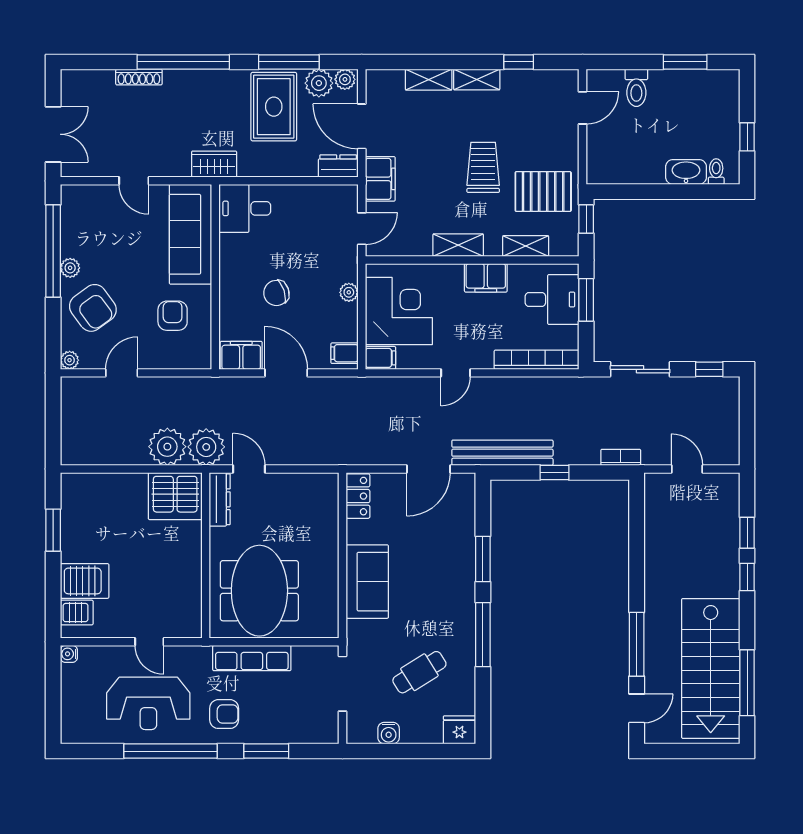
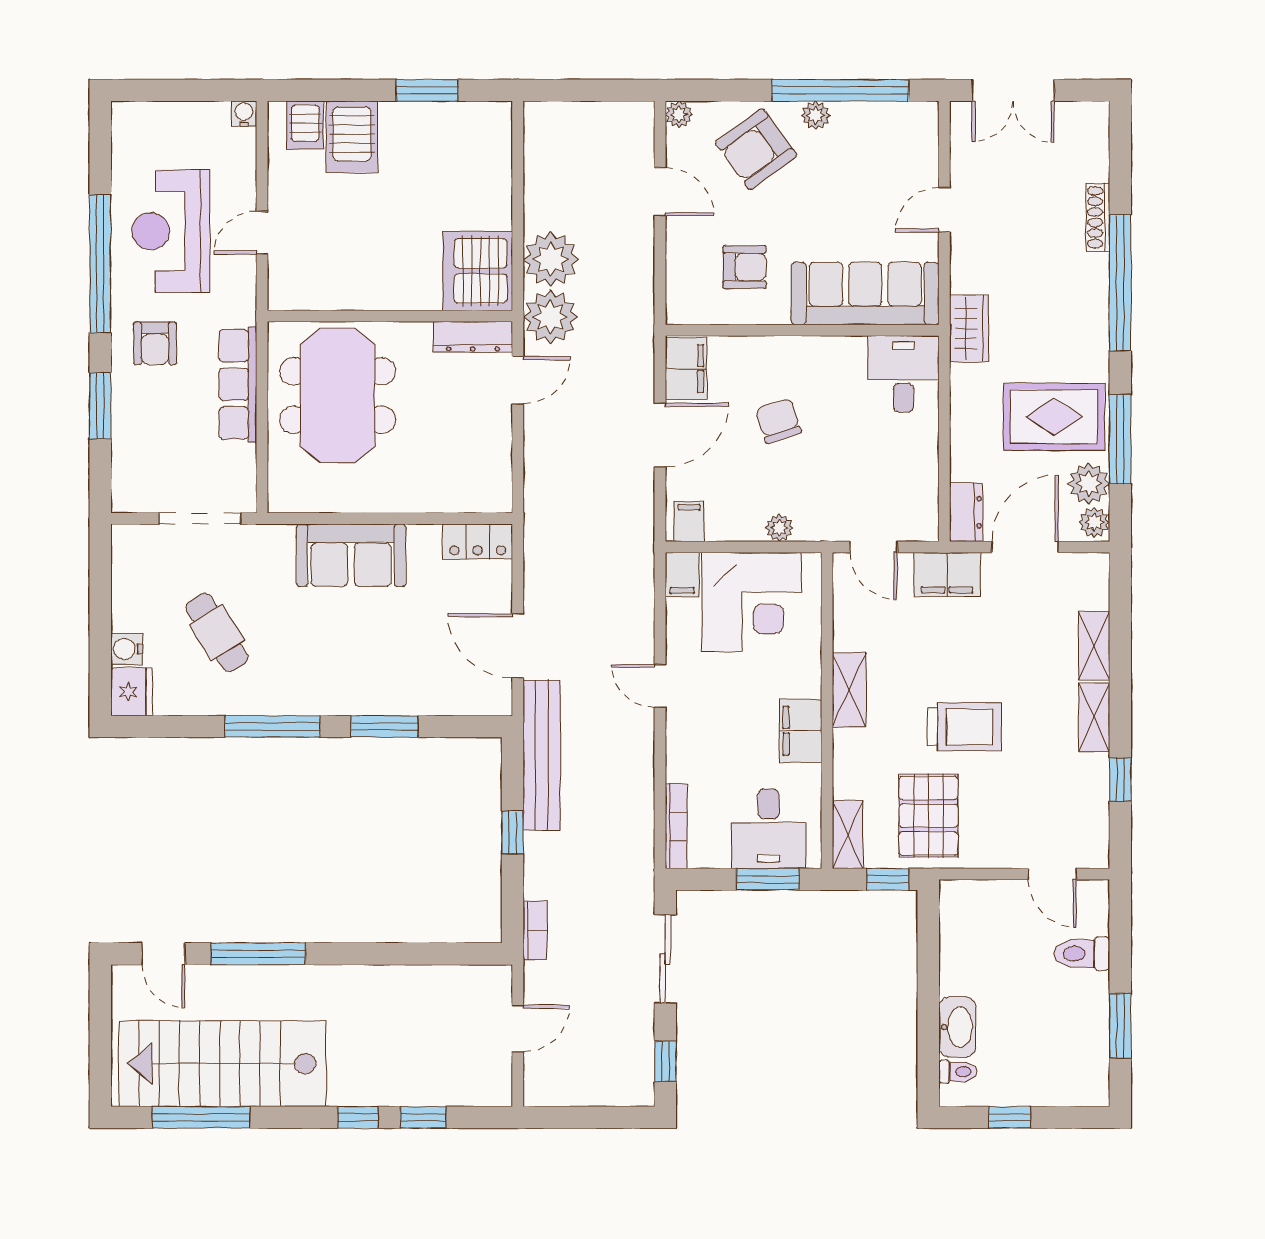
shelving: (526, 246) -> (848, 835), moved
bookcase: (537, 360) -> (676, 826), width x0.68, depth x0.76
meeting table: (259, 591) -> (338, 396), turned 90
water cooler: (389, 733) -> (127, 649), moved

